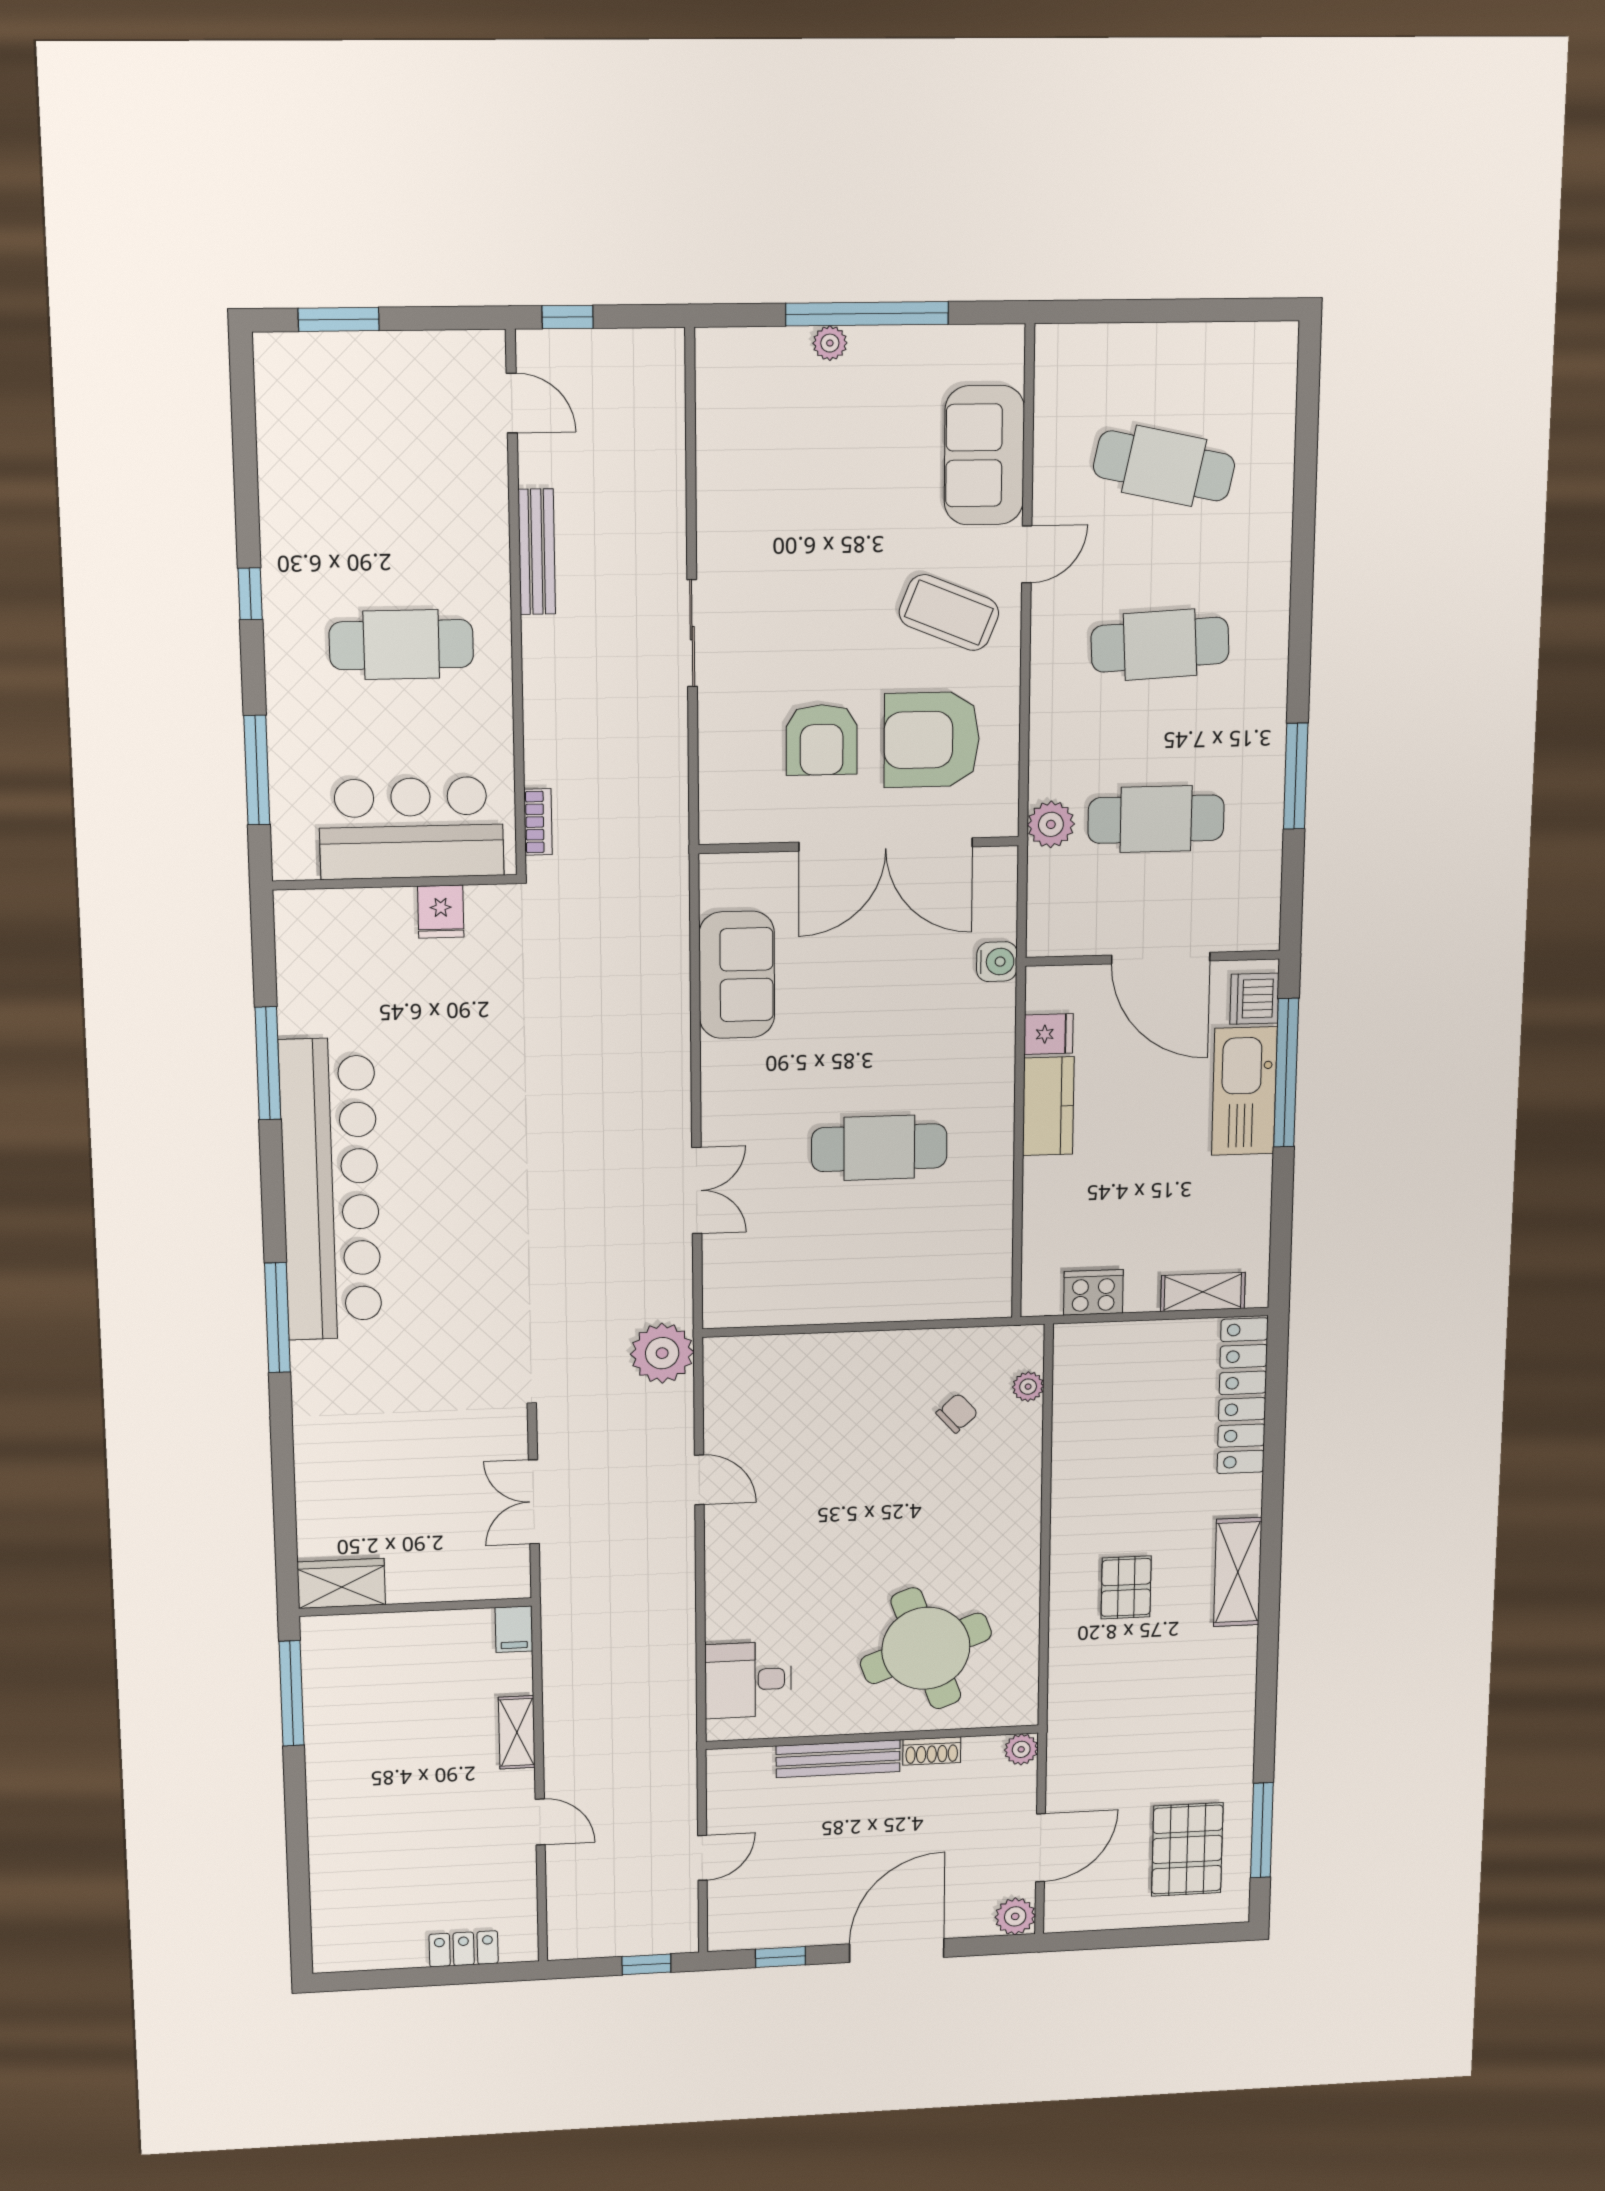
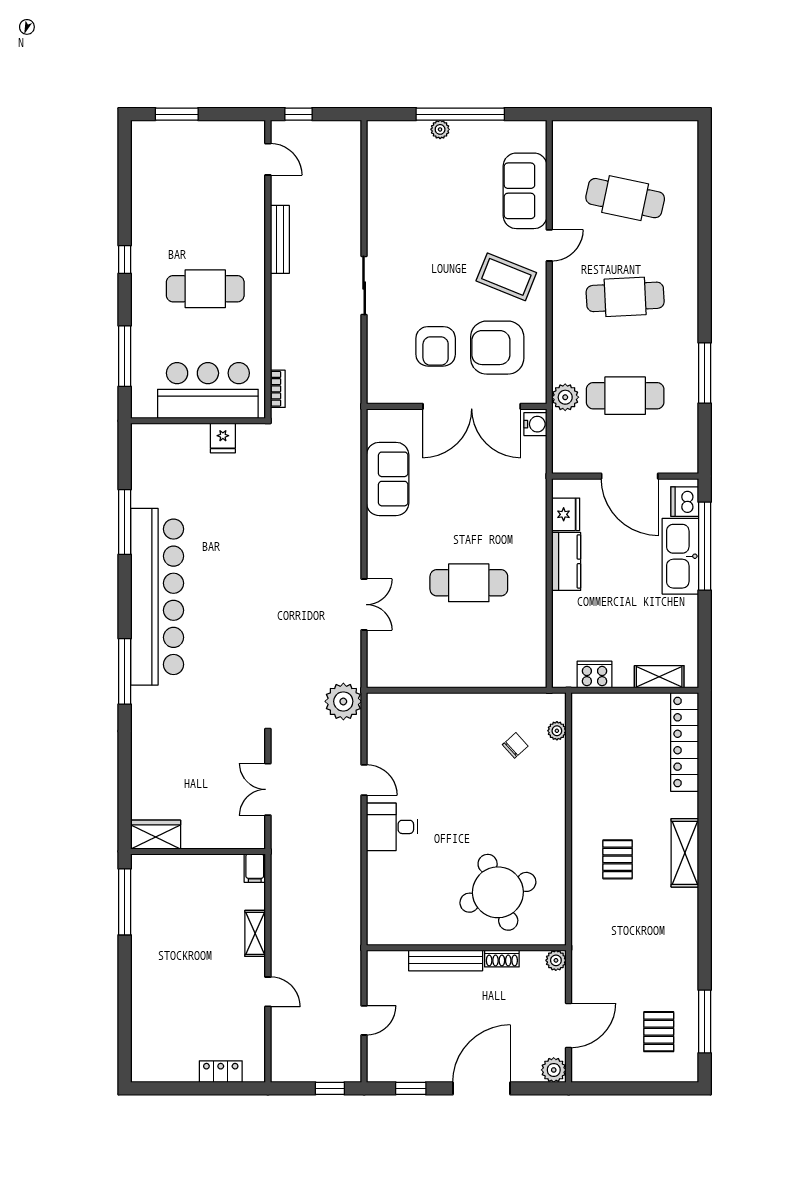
water cooler: (997, 962) -> (535, 424), moved
fridge: (1049, 1034) -> (566, 514), width x1.38
desk: (748, 1680) -> (392, 827), moved
pallet: (1187, 1849) -> (659, 1032), width x0.67, depth x0.71

